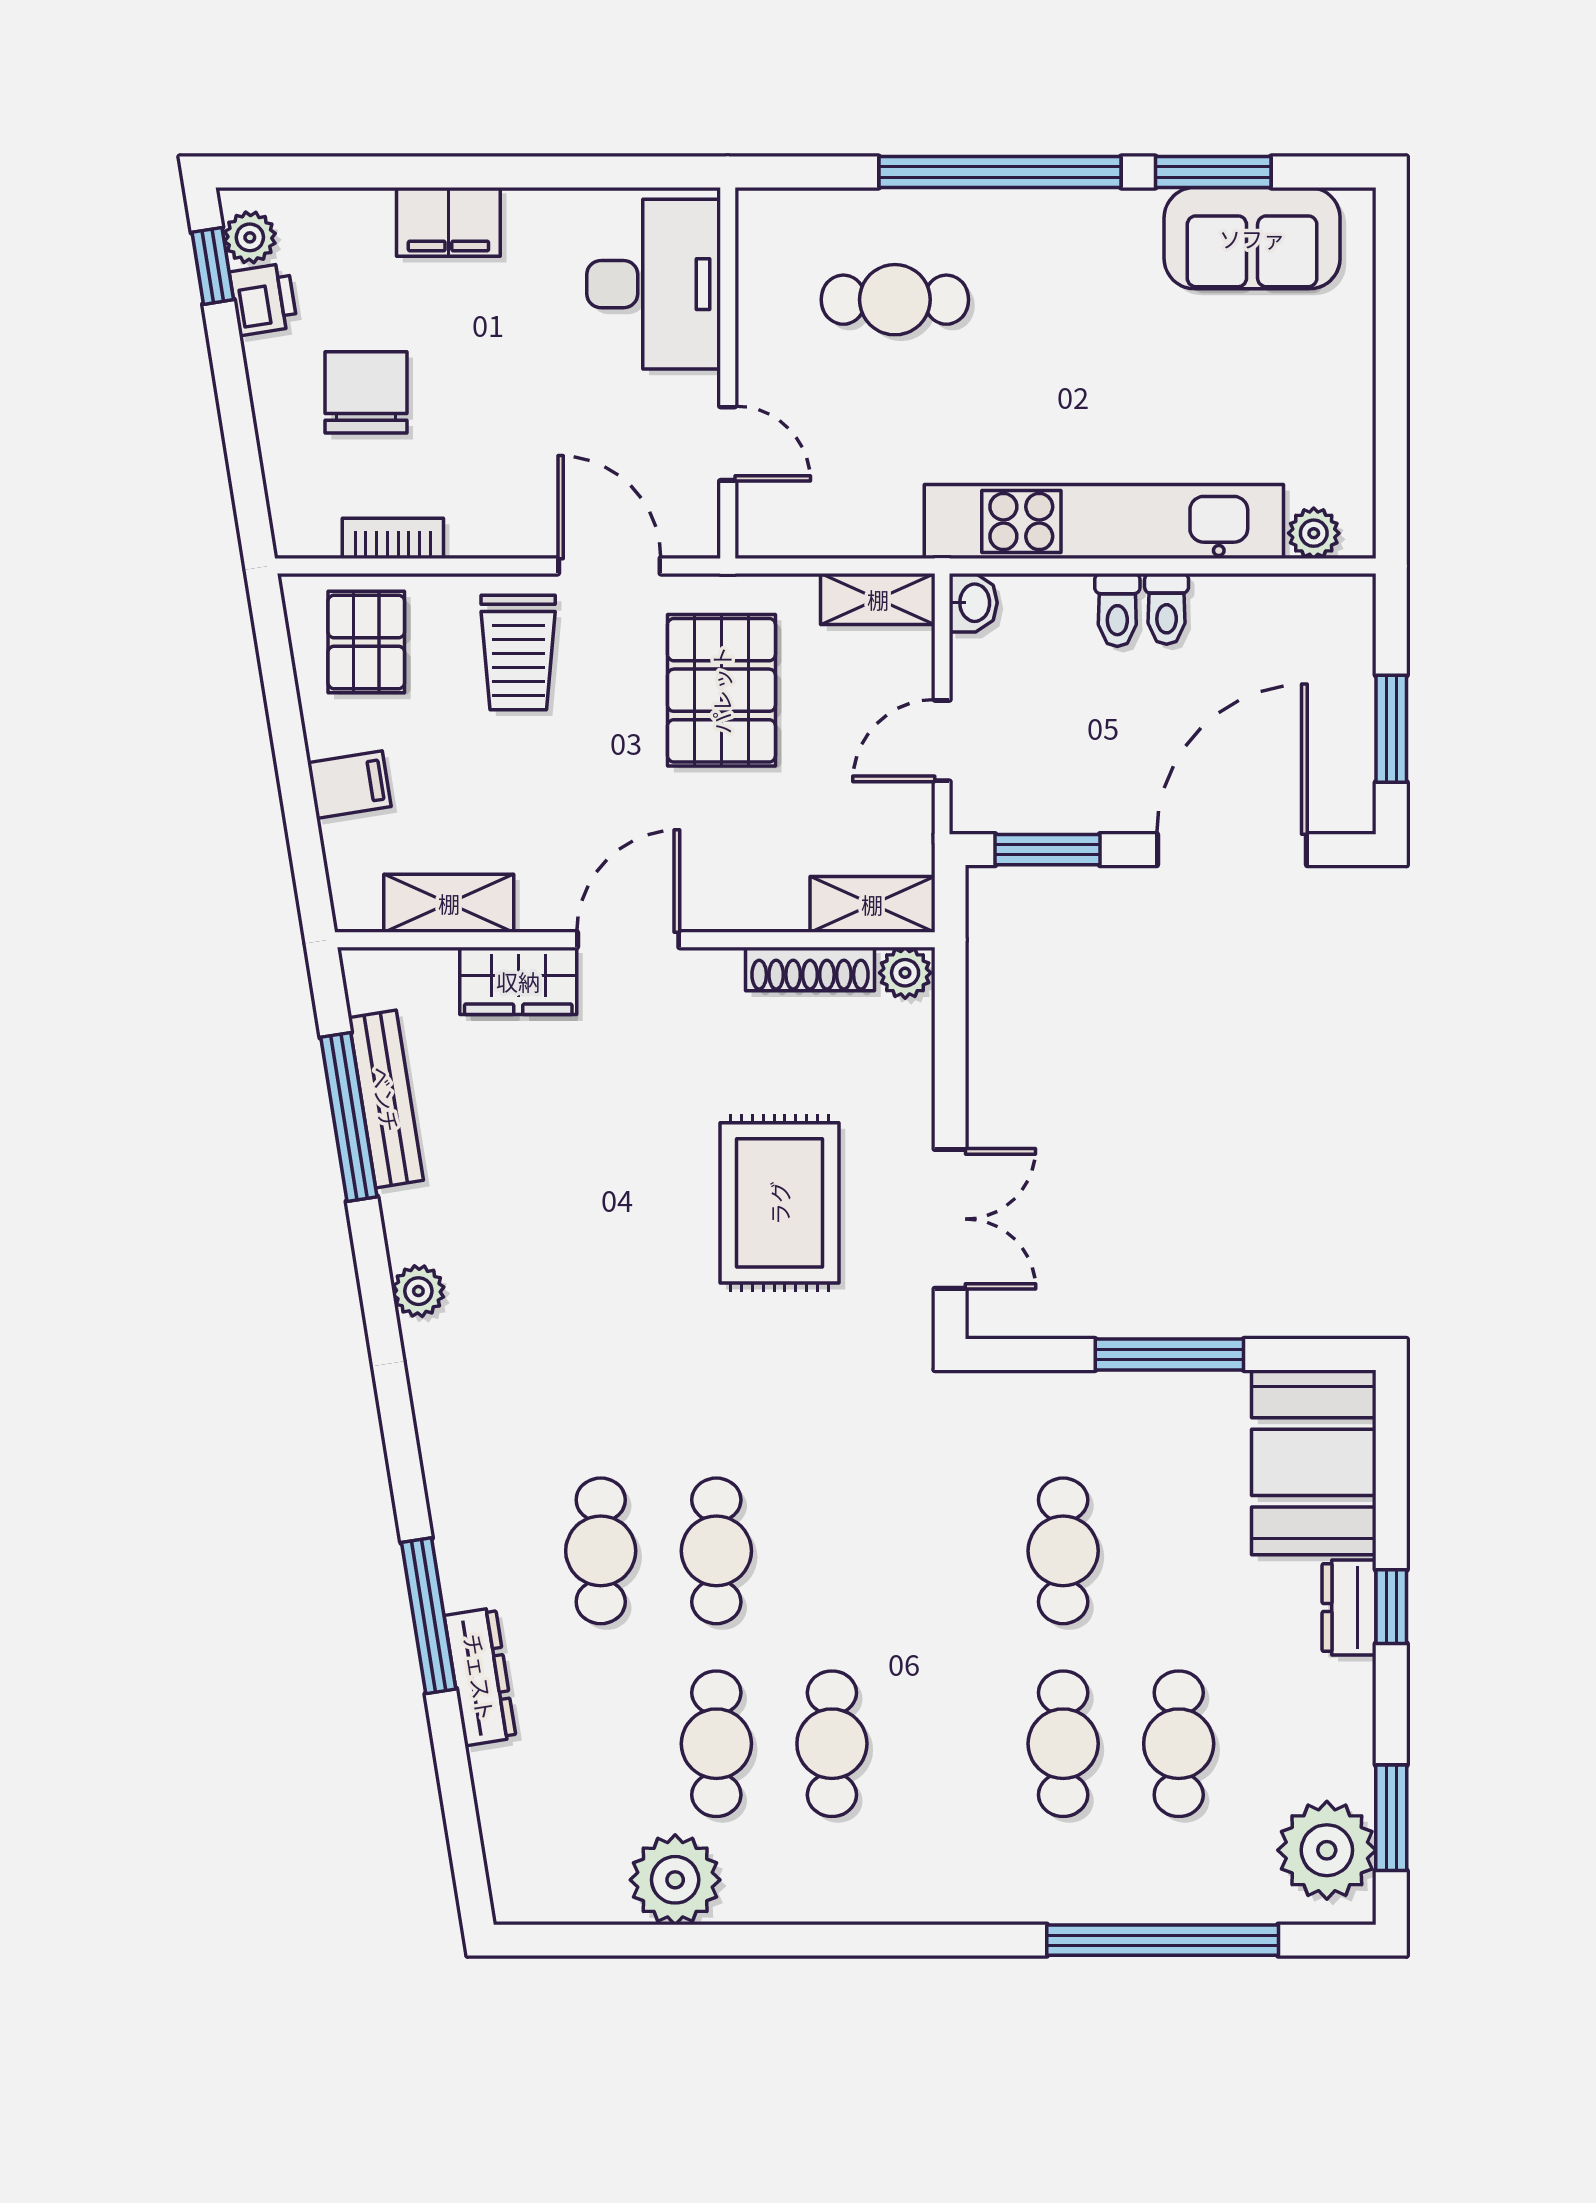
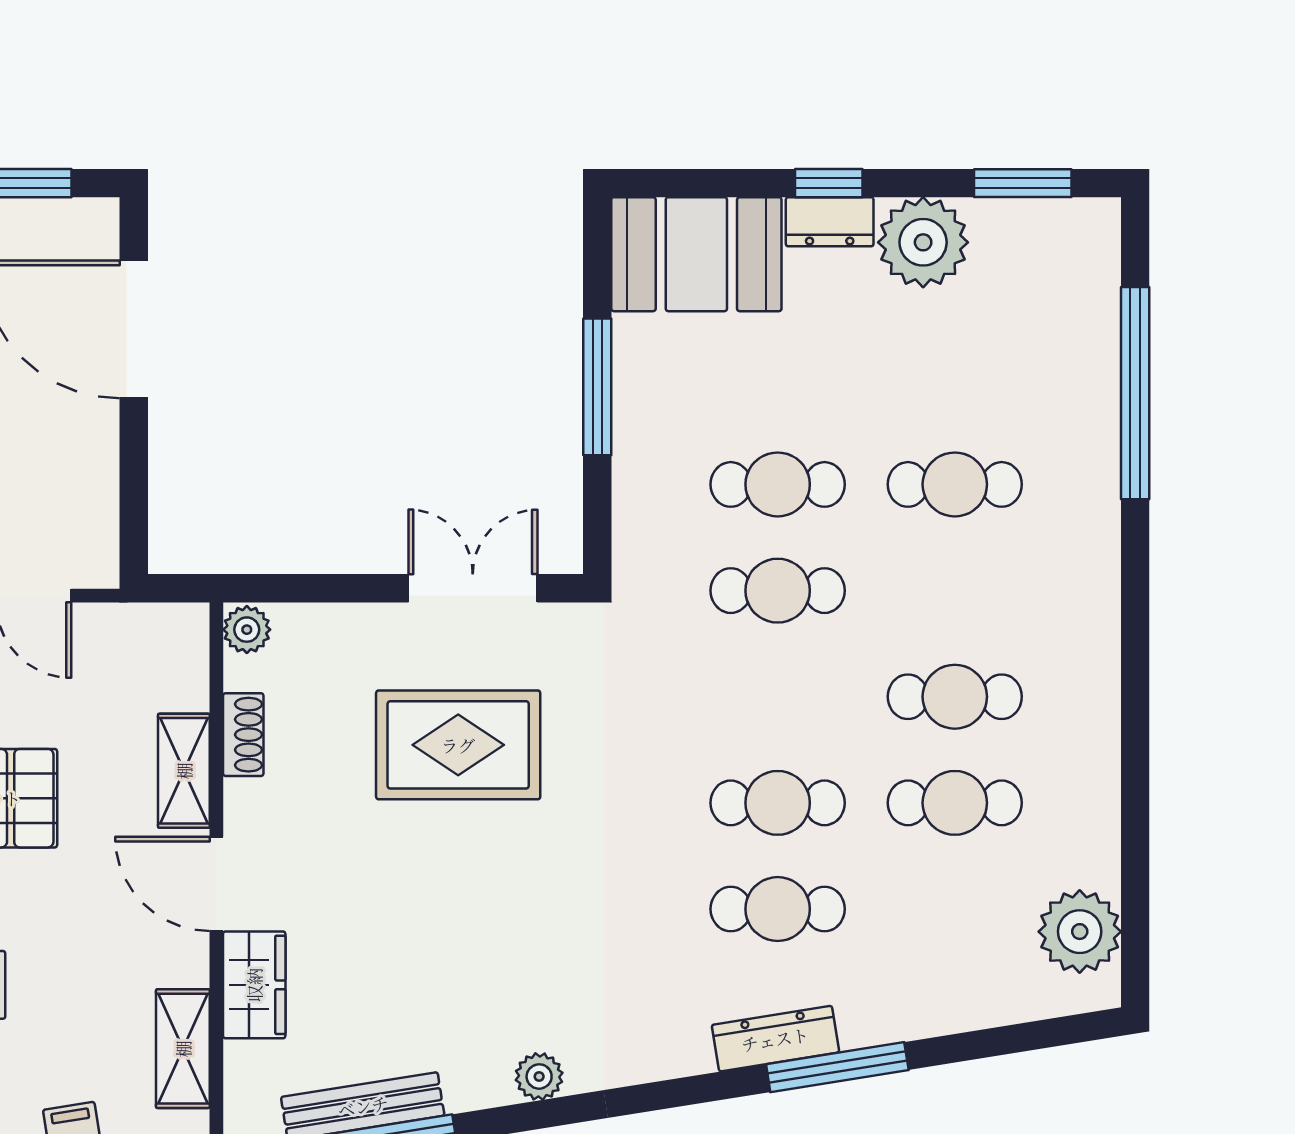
window: (1047, 850) -> (134, 499), removed
shelving: (872, 904) -> (184, 771), moved
shoe rack: (810, 969) -> (243, 735), width x0.70
dresser: (480, 1677) -> (775, 1039), moved
cafe table: (1179, 1744) -> (778, 591), moved
plant: (1327, 1850) -> (923, 242), moved
plant: (675, 1880) -> (1080, 932), moved

